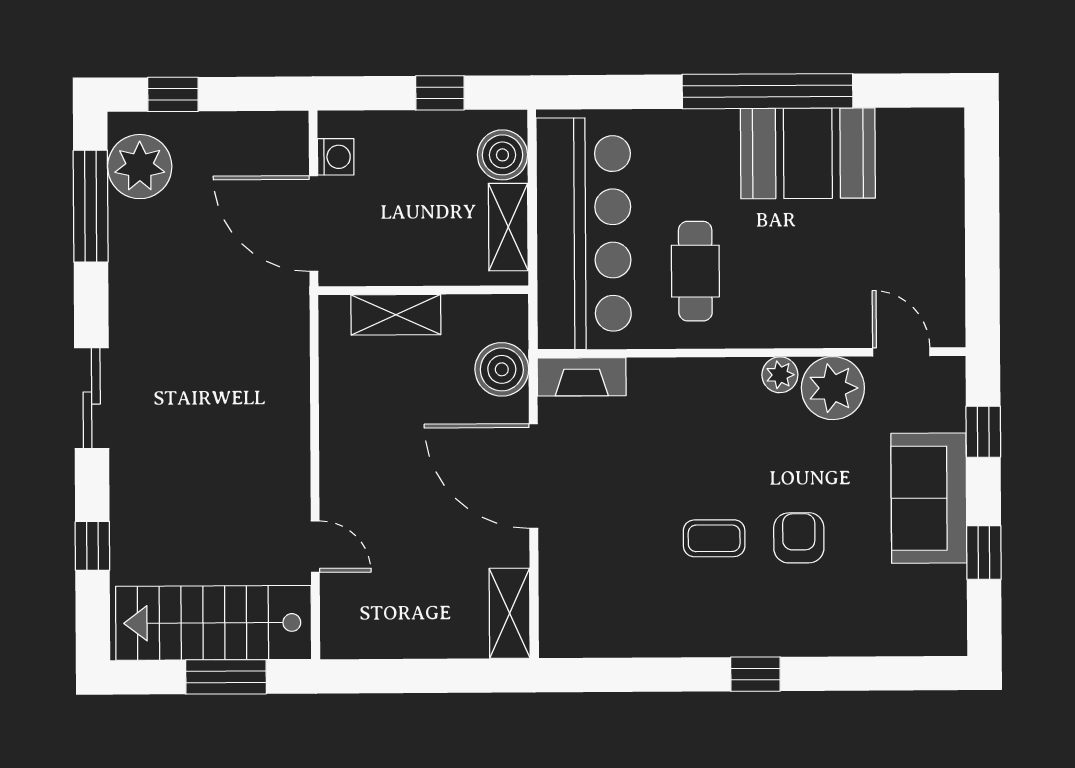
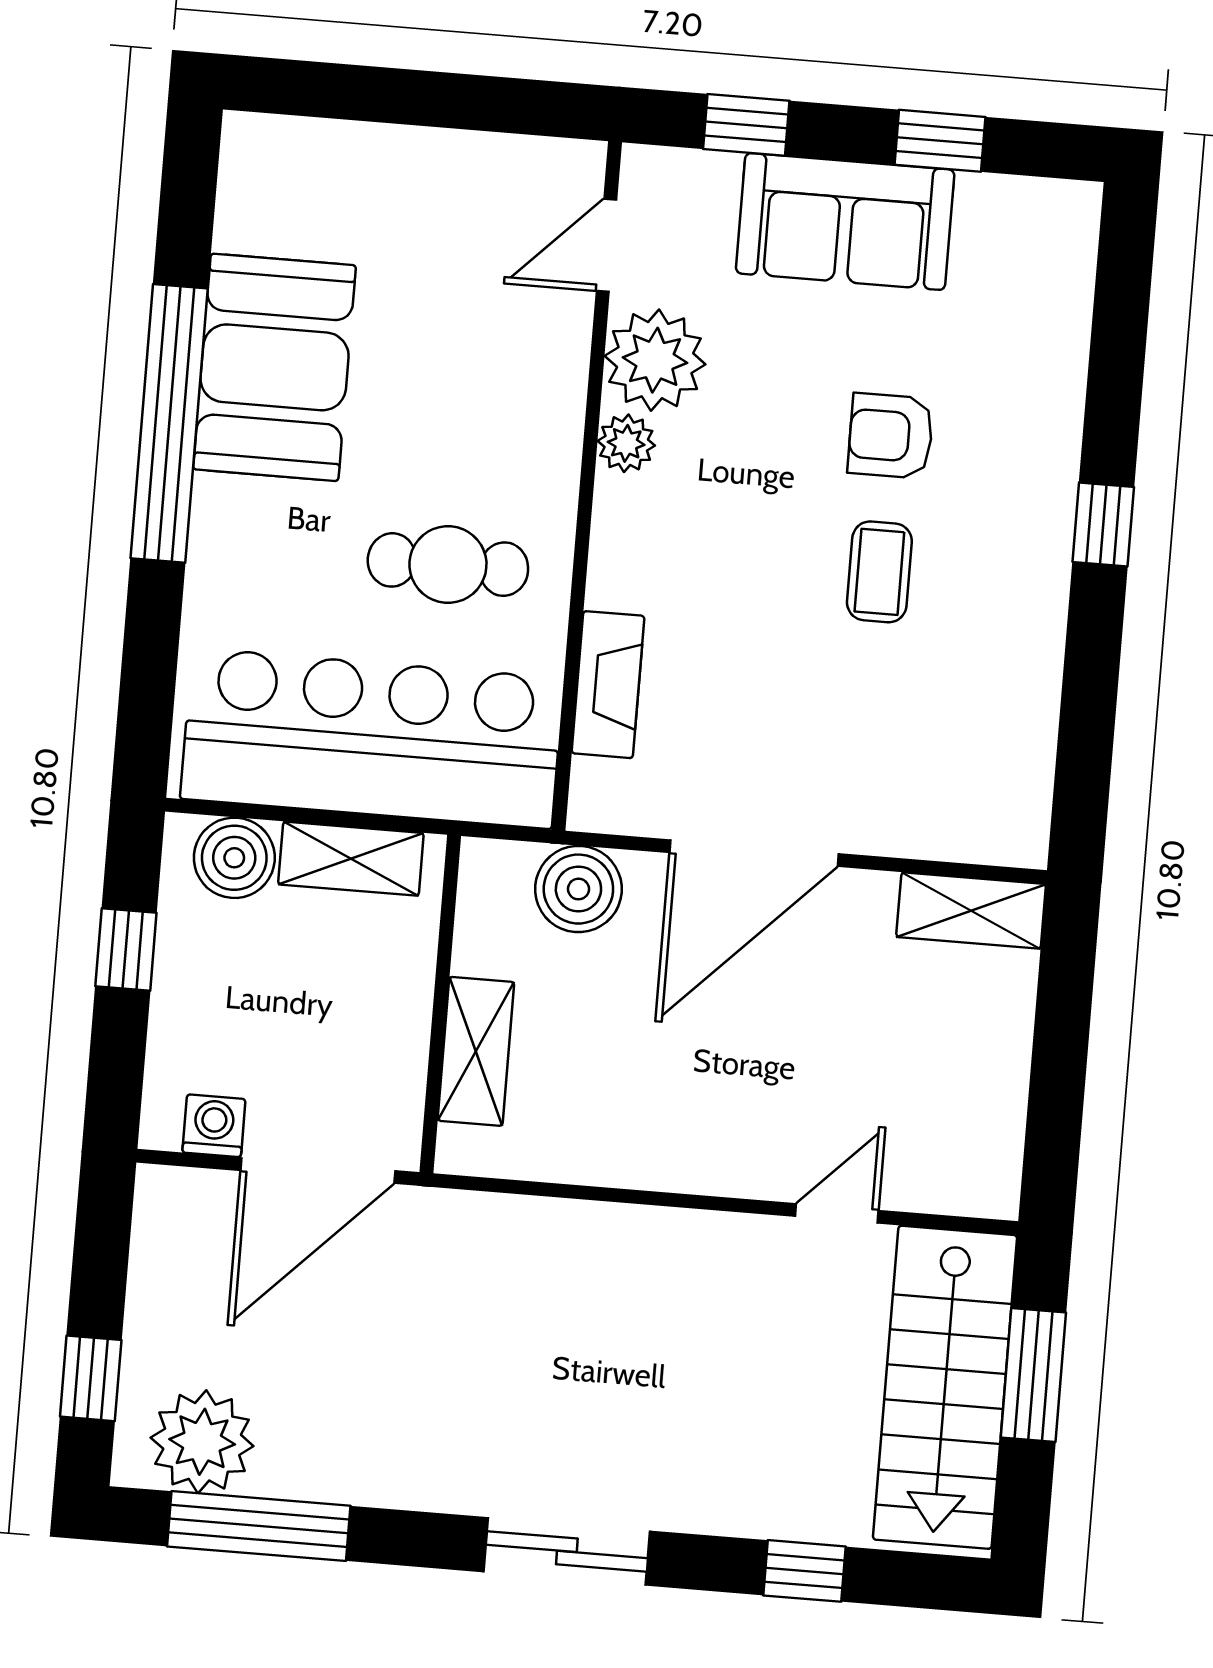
fireplace: (582, 377) -> (608, 685), moved

